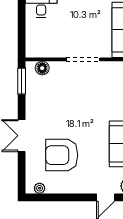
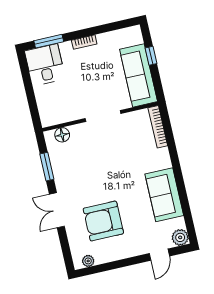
window: (22, 81) -> (47, 167), moved

